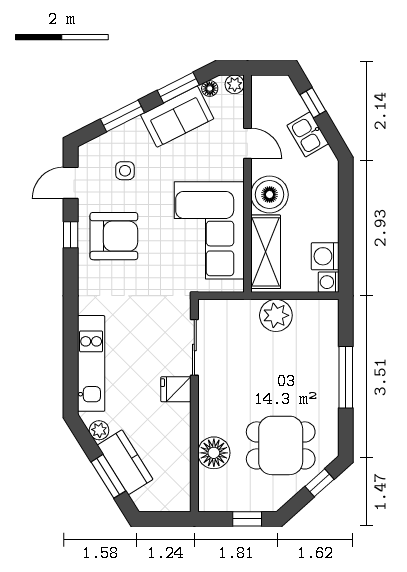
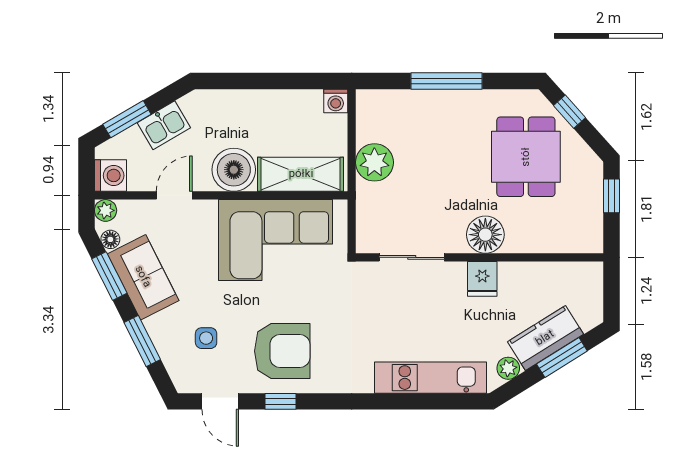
window: (313, 103) -> (127, 119), width x1.50
armchair: (114, 236) -> (282, 351), turned 90
washing machine: (325, 256) -> (110, 175), moved, turned -90
fridge: (176, 389) -> (482, 279), moved
floor lamp: (214, 453) -> (485, 235), moved

